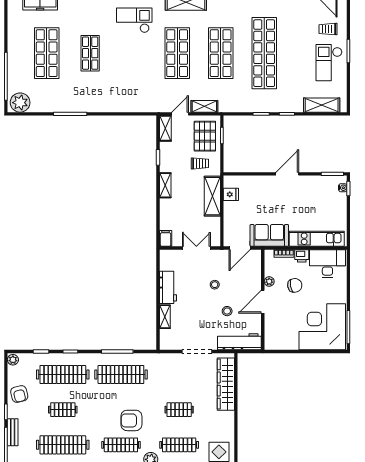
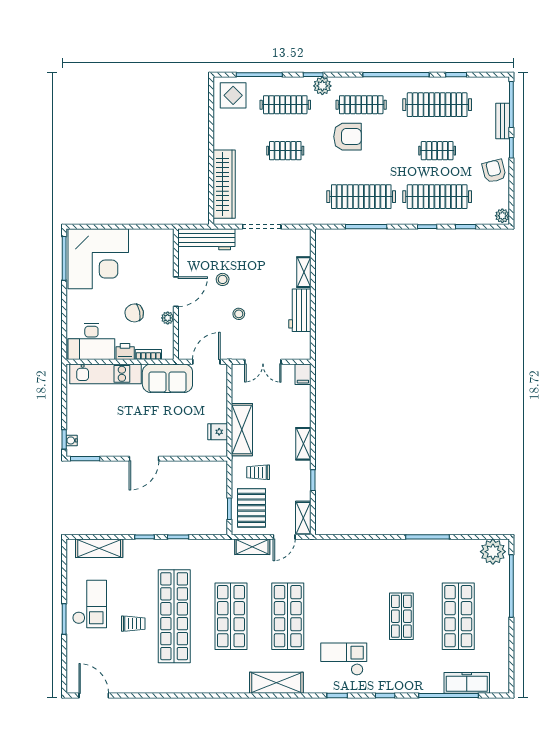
checkout: (134, 20) -> (344, 659), turned 180
trolley: (328, 29) -> (133, 624), moved

